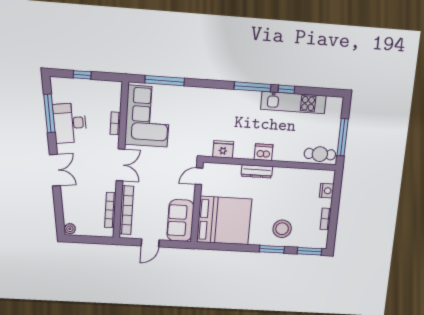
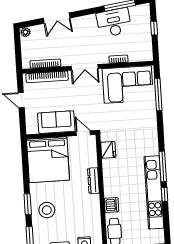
kitchen unit: (293, 103) -> (154, 192), width x1.36
dishwasher: (264, 152) -> (112, 205), moved
double door: (55, 170) -> (57, 18), moved
sofa: (180, 220) -> (56, 122), moved

